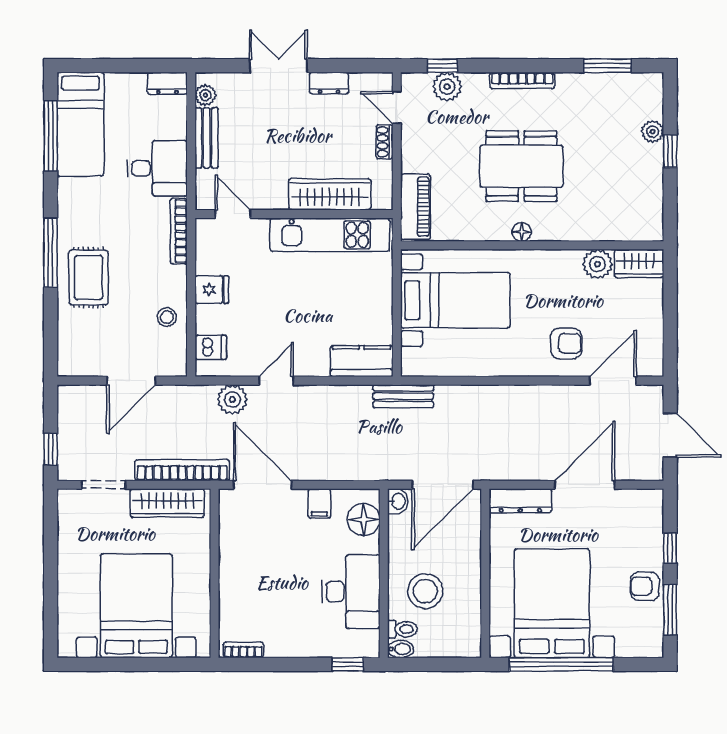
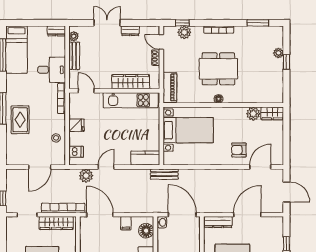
armchair: (566, 343) -> (239, 150), turned 180
door: (443, 485) -> (182, 215), swing flipped

